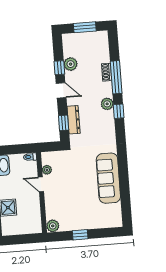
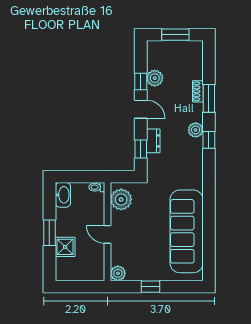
window: (116, 77) -> (209, 98), width x0.69
dresser: (74, 120) -> (153, 141), width x0.70
plant: (47, 170) -> (121, 199), width x1.87, depth x1.87
sofa: (108, 178) -> (187, 231), width x1.36, depth x1.27
door: (41, 184) -> (107, 234), moved

